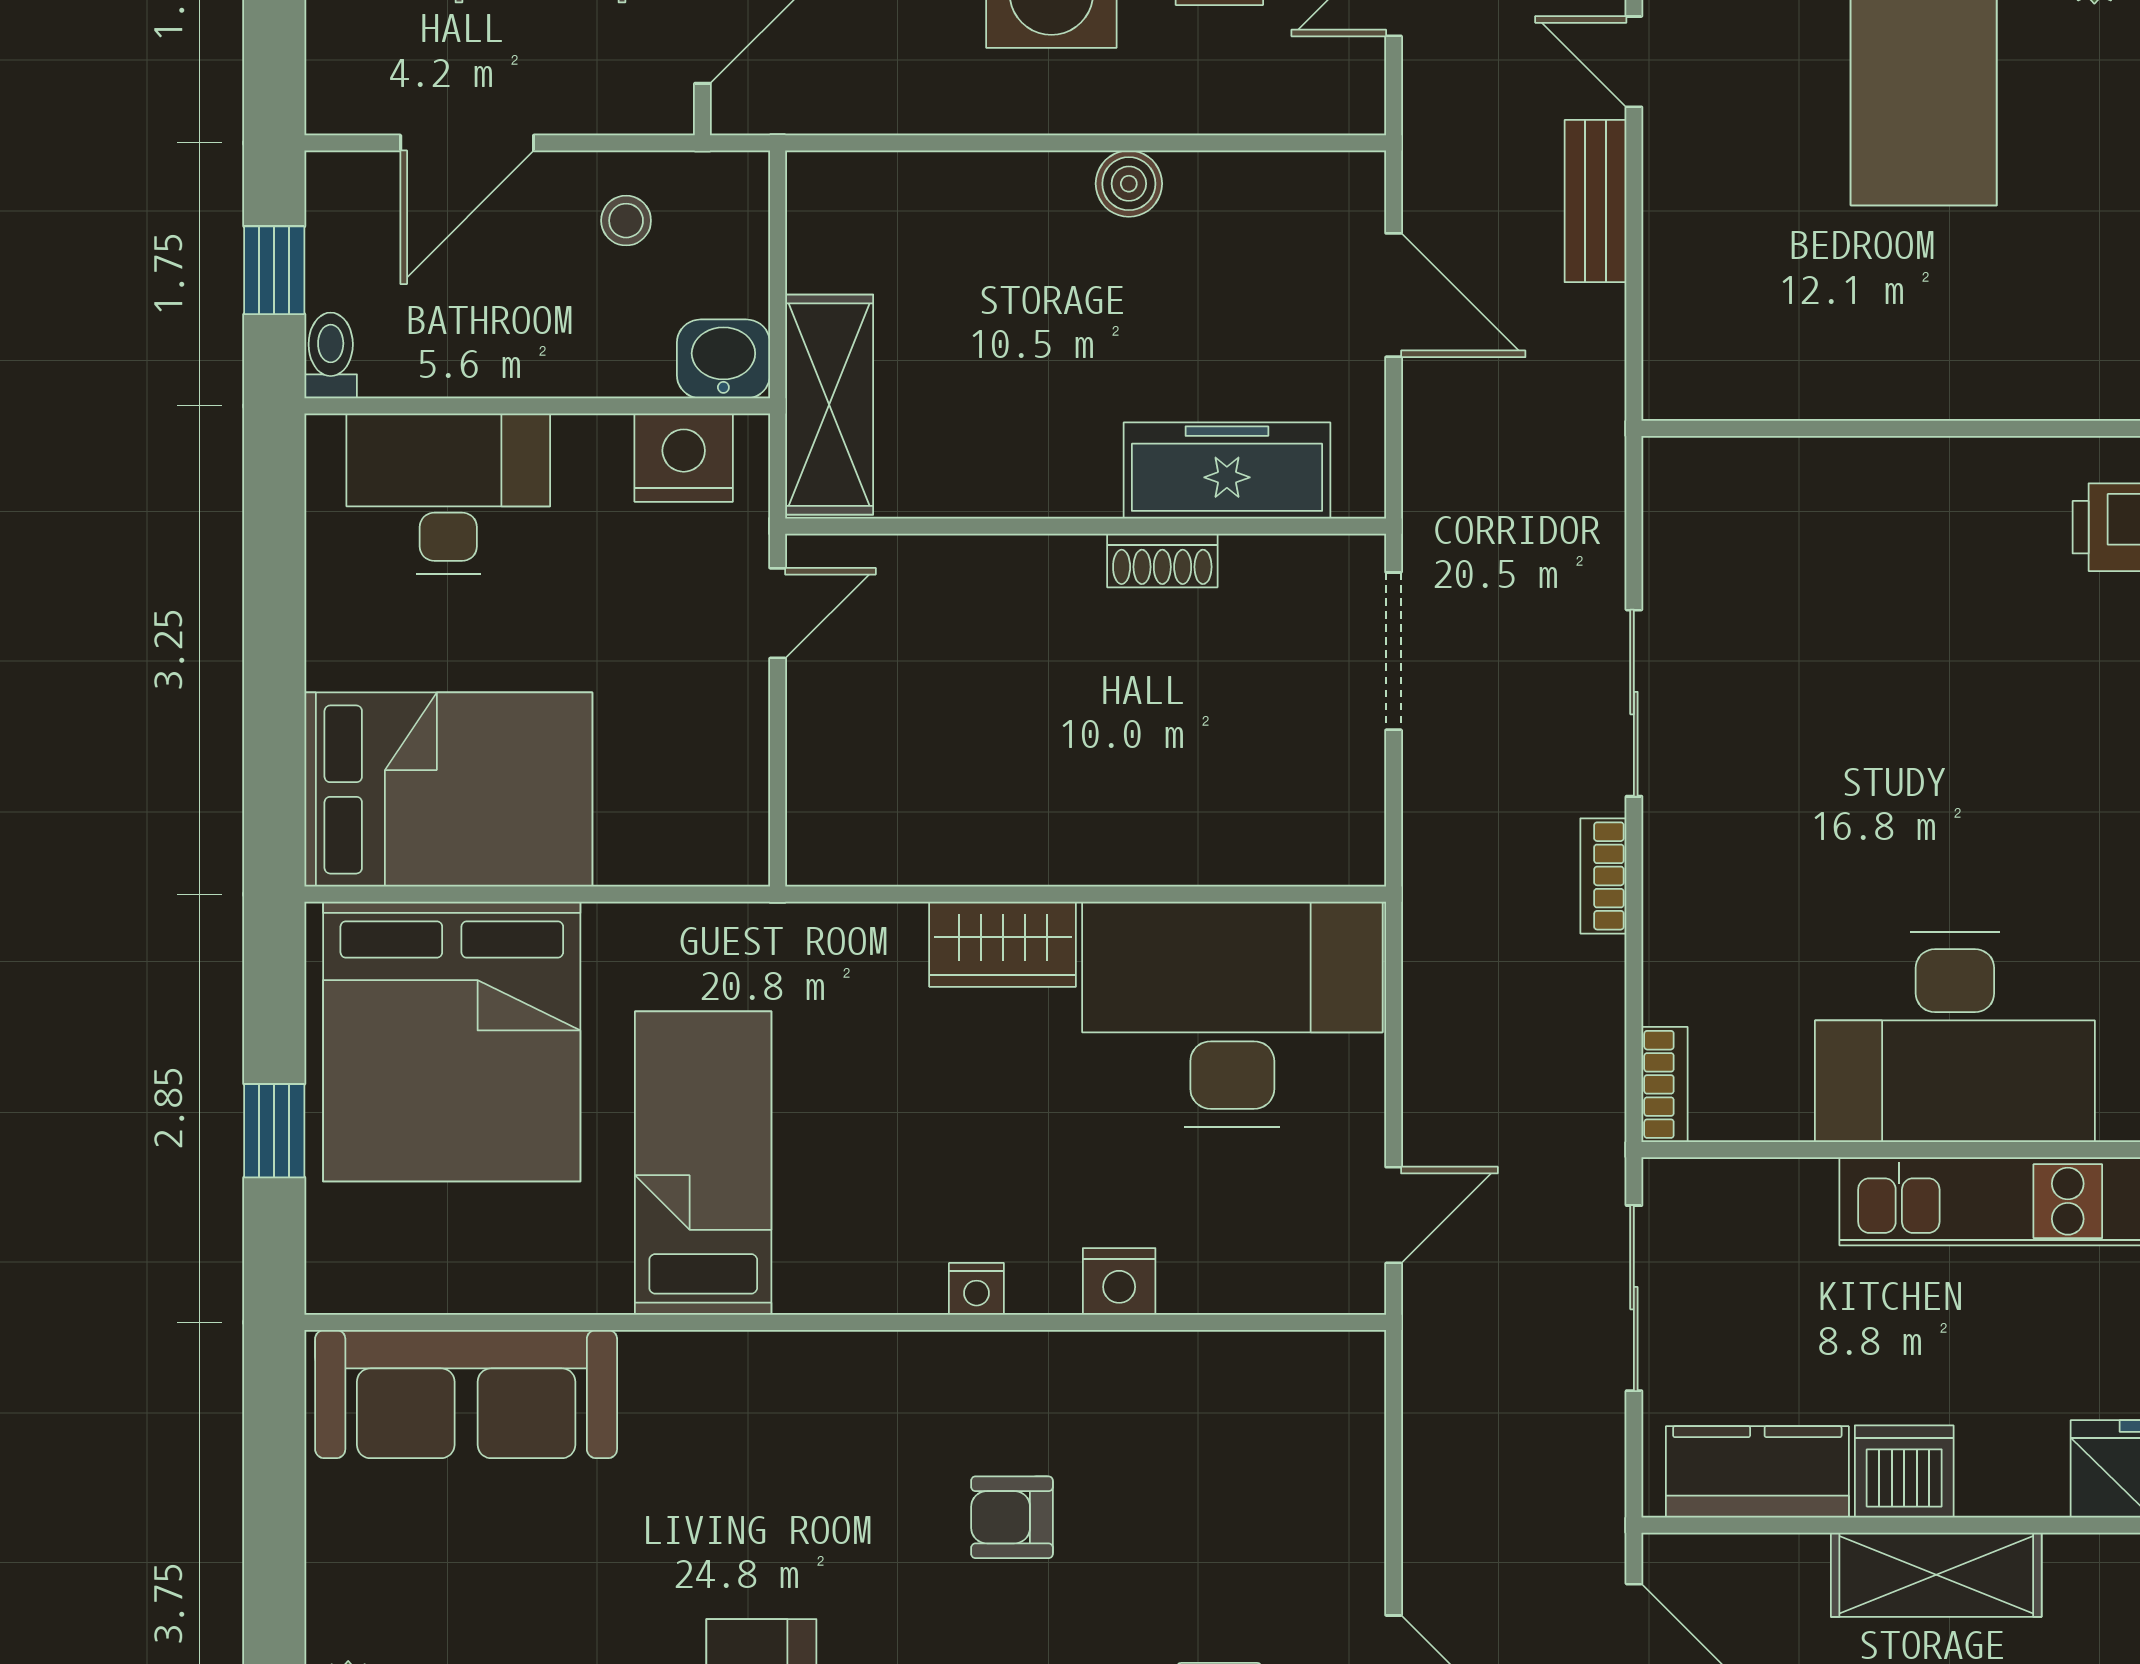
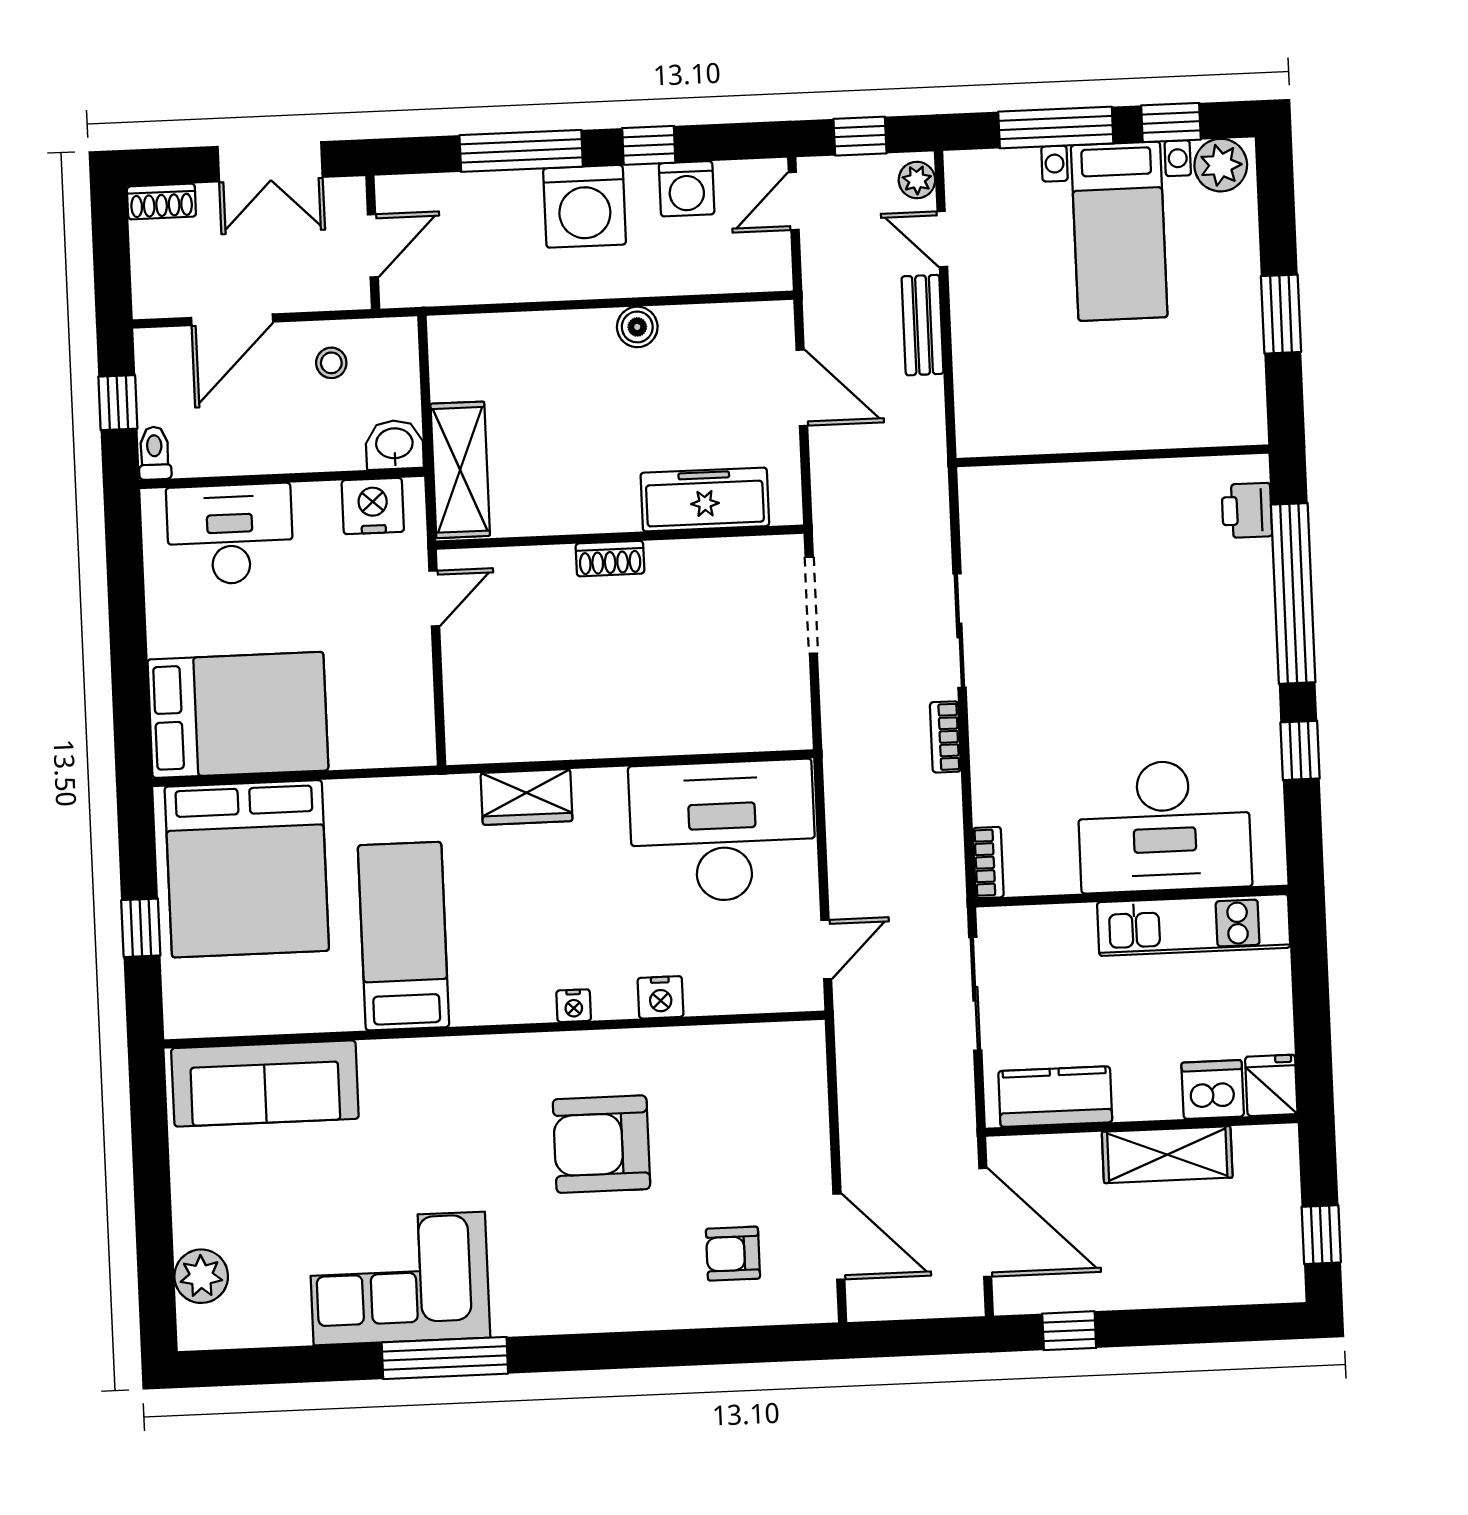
shoe rack: (1162, 560) -> (610, 559), moved
wardrobe: (1003, 944) -> (527, 797), moved
dishwasher: (1904, 1472) -> (1213, 1089), moved
armchair: (1012, 1517) -> (601, 1144), width x1.88, depth x1.88

